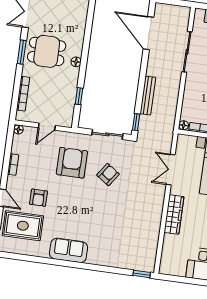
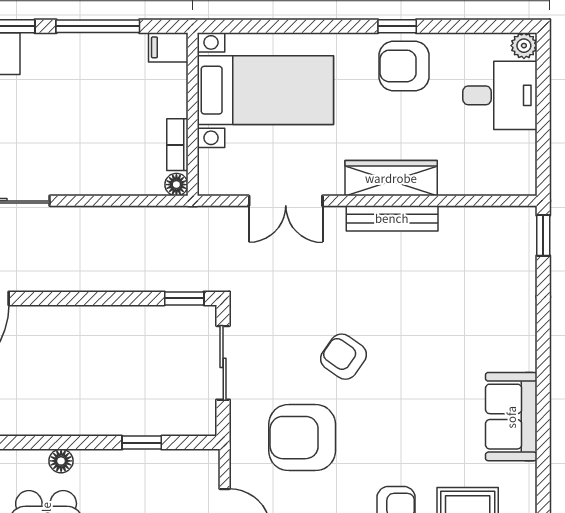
bench: (148, 96) -> (392, 218), moved
armchair: (108, 175) -> (343, 357), moved

